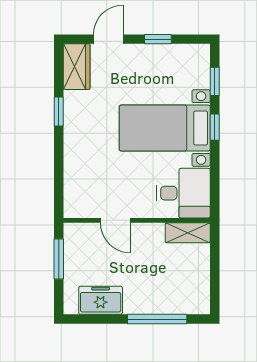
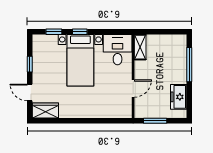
window: (59, 111) -> (71, 121), removed

